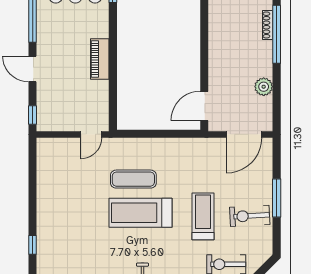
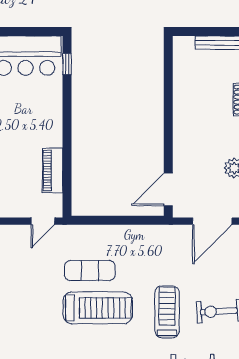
piano: (100, 59) -> (53, 171), moved
treadmill: (140, 213) -> (98, 308), turned 180

